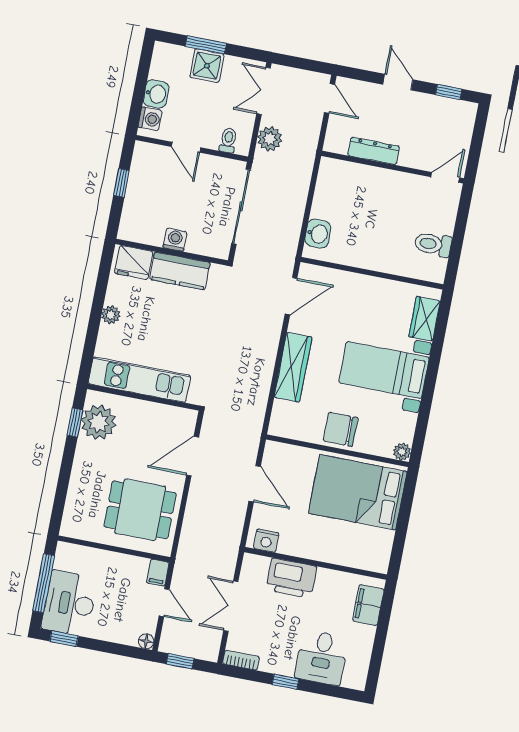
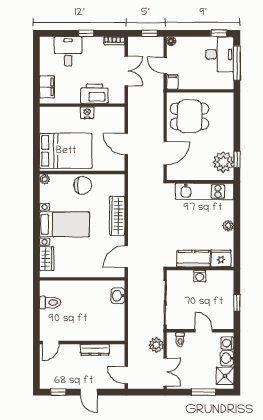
shower: (207, 66) -> (225, 376), moved
nightstand: (266, 541) -> (87, 113), moved

